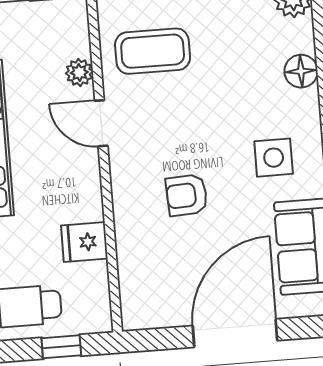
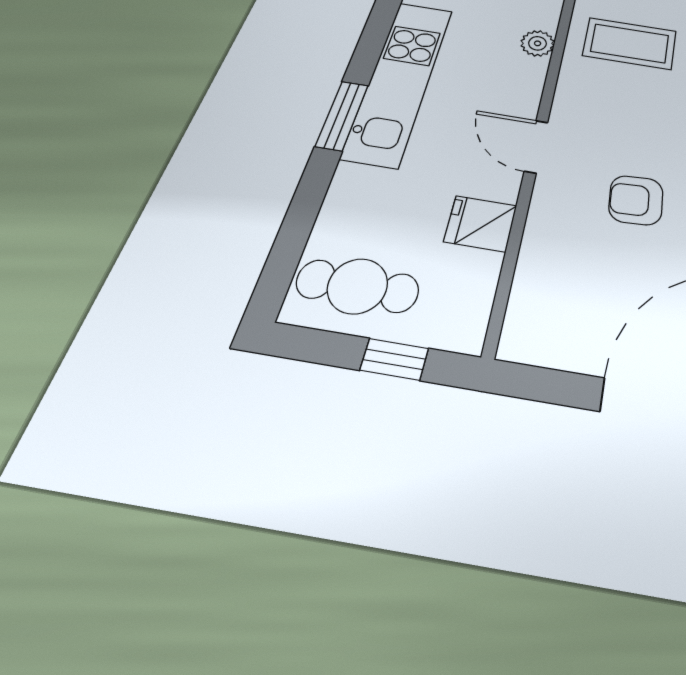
door: (101, 123) -> (536, 146), moved

